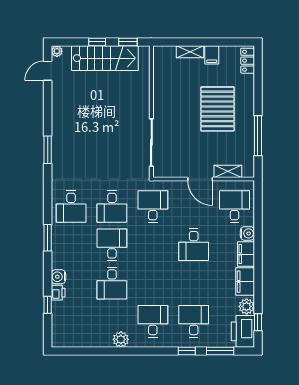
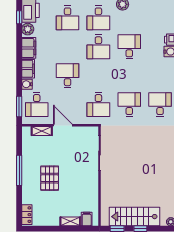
filing cabinet: (212, 55) -> (87, 219), moved
pallet: (218, 109) -> (50, 178), width x0.73, depth x0.71
window: (258, 136) -> (19, 170), moved
window: (258, 204) -> (19, 107), added
desk: (112, 245) -> (98, 47), moved

